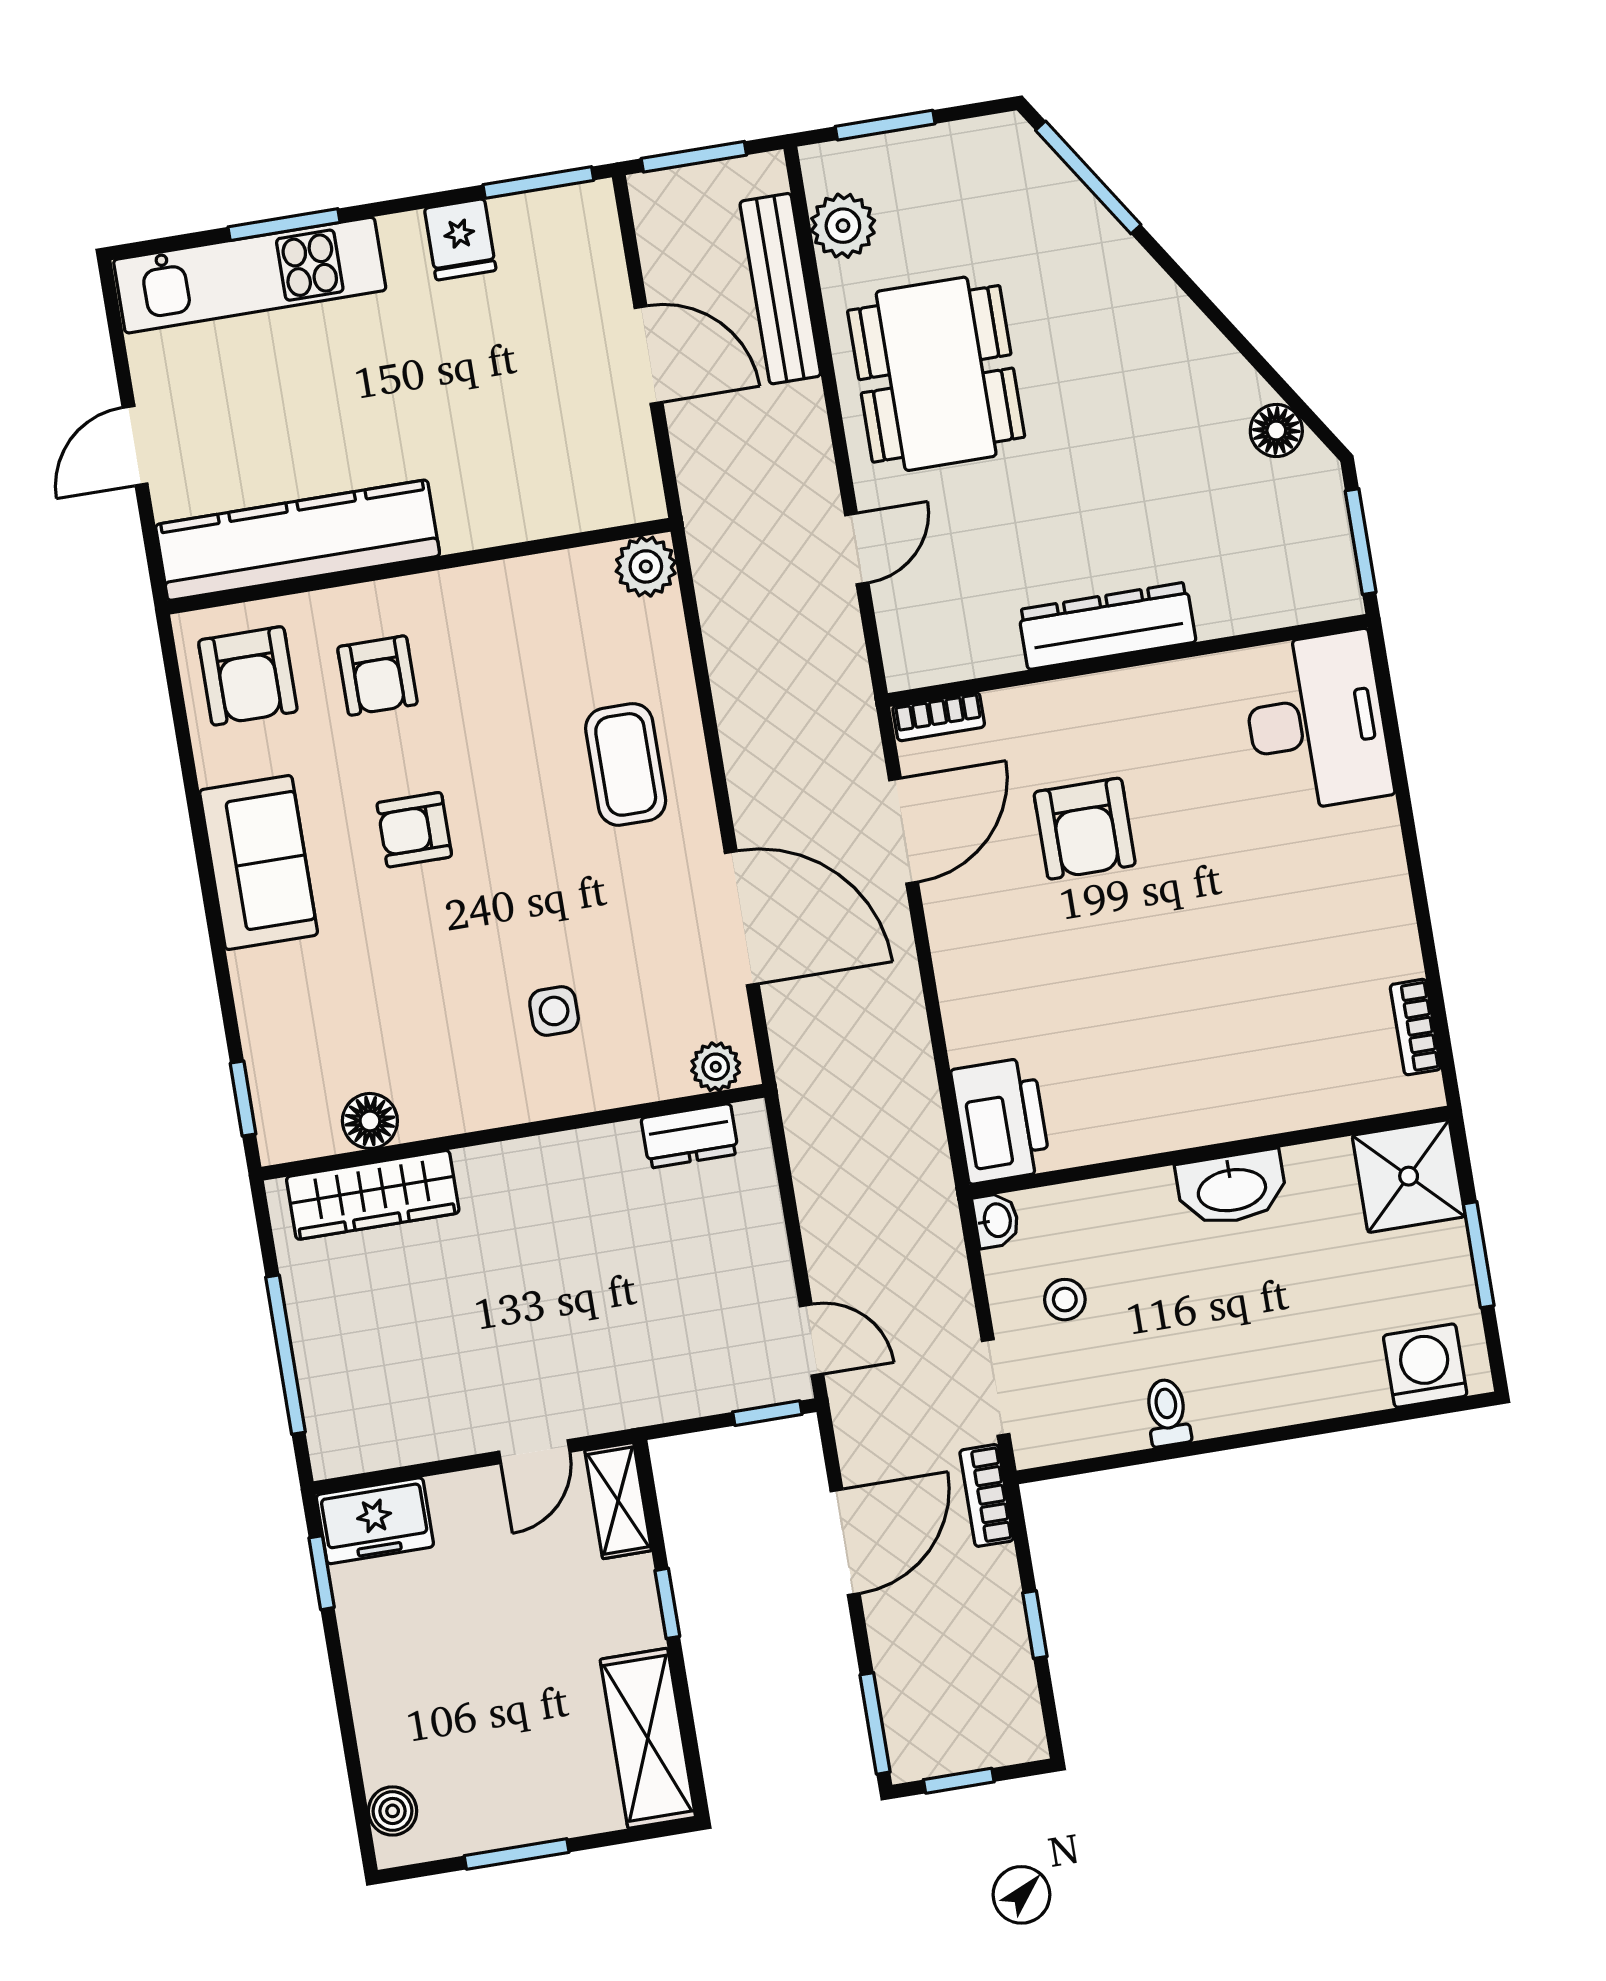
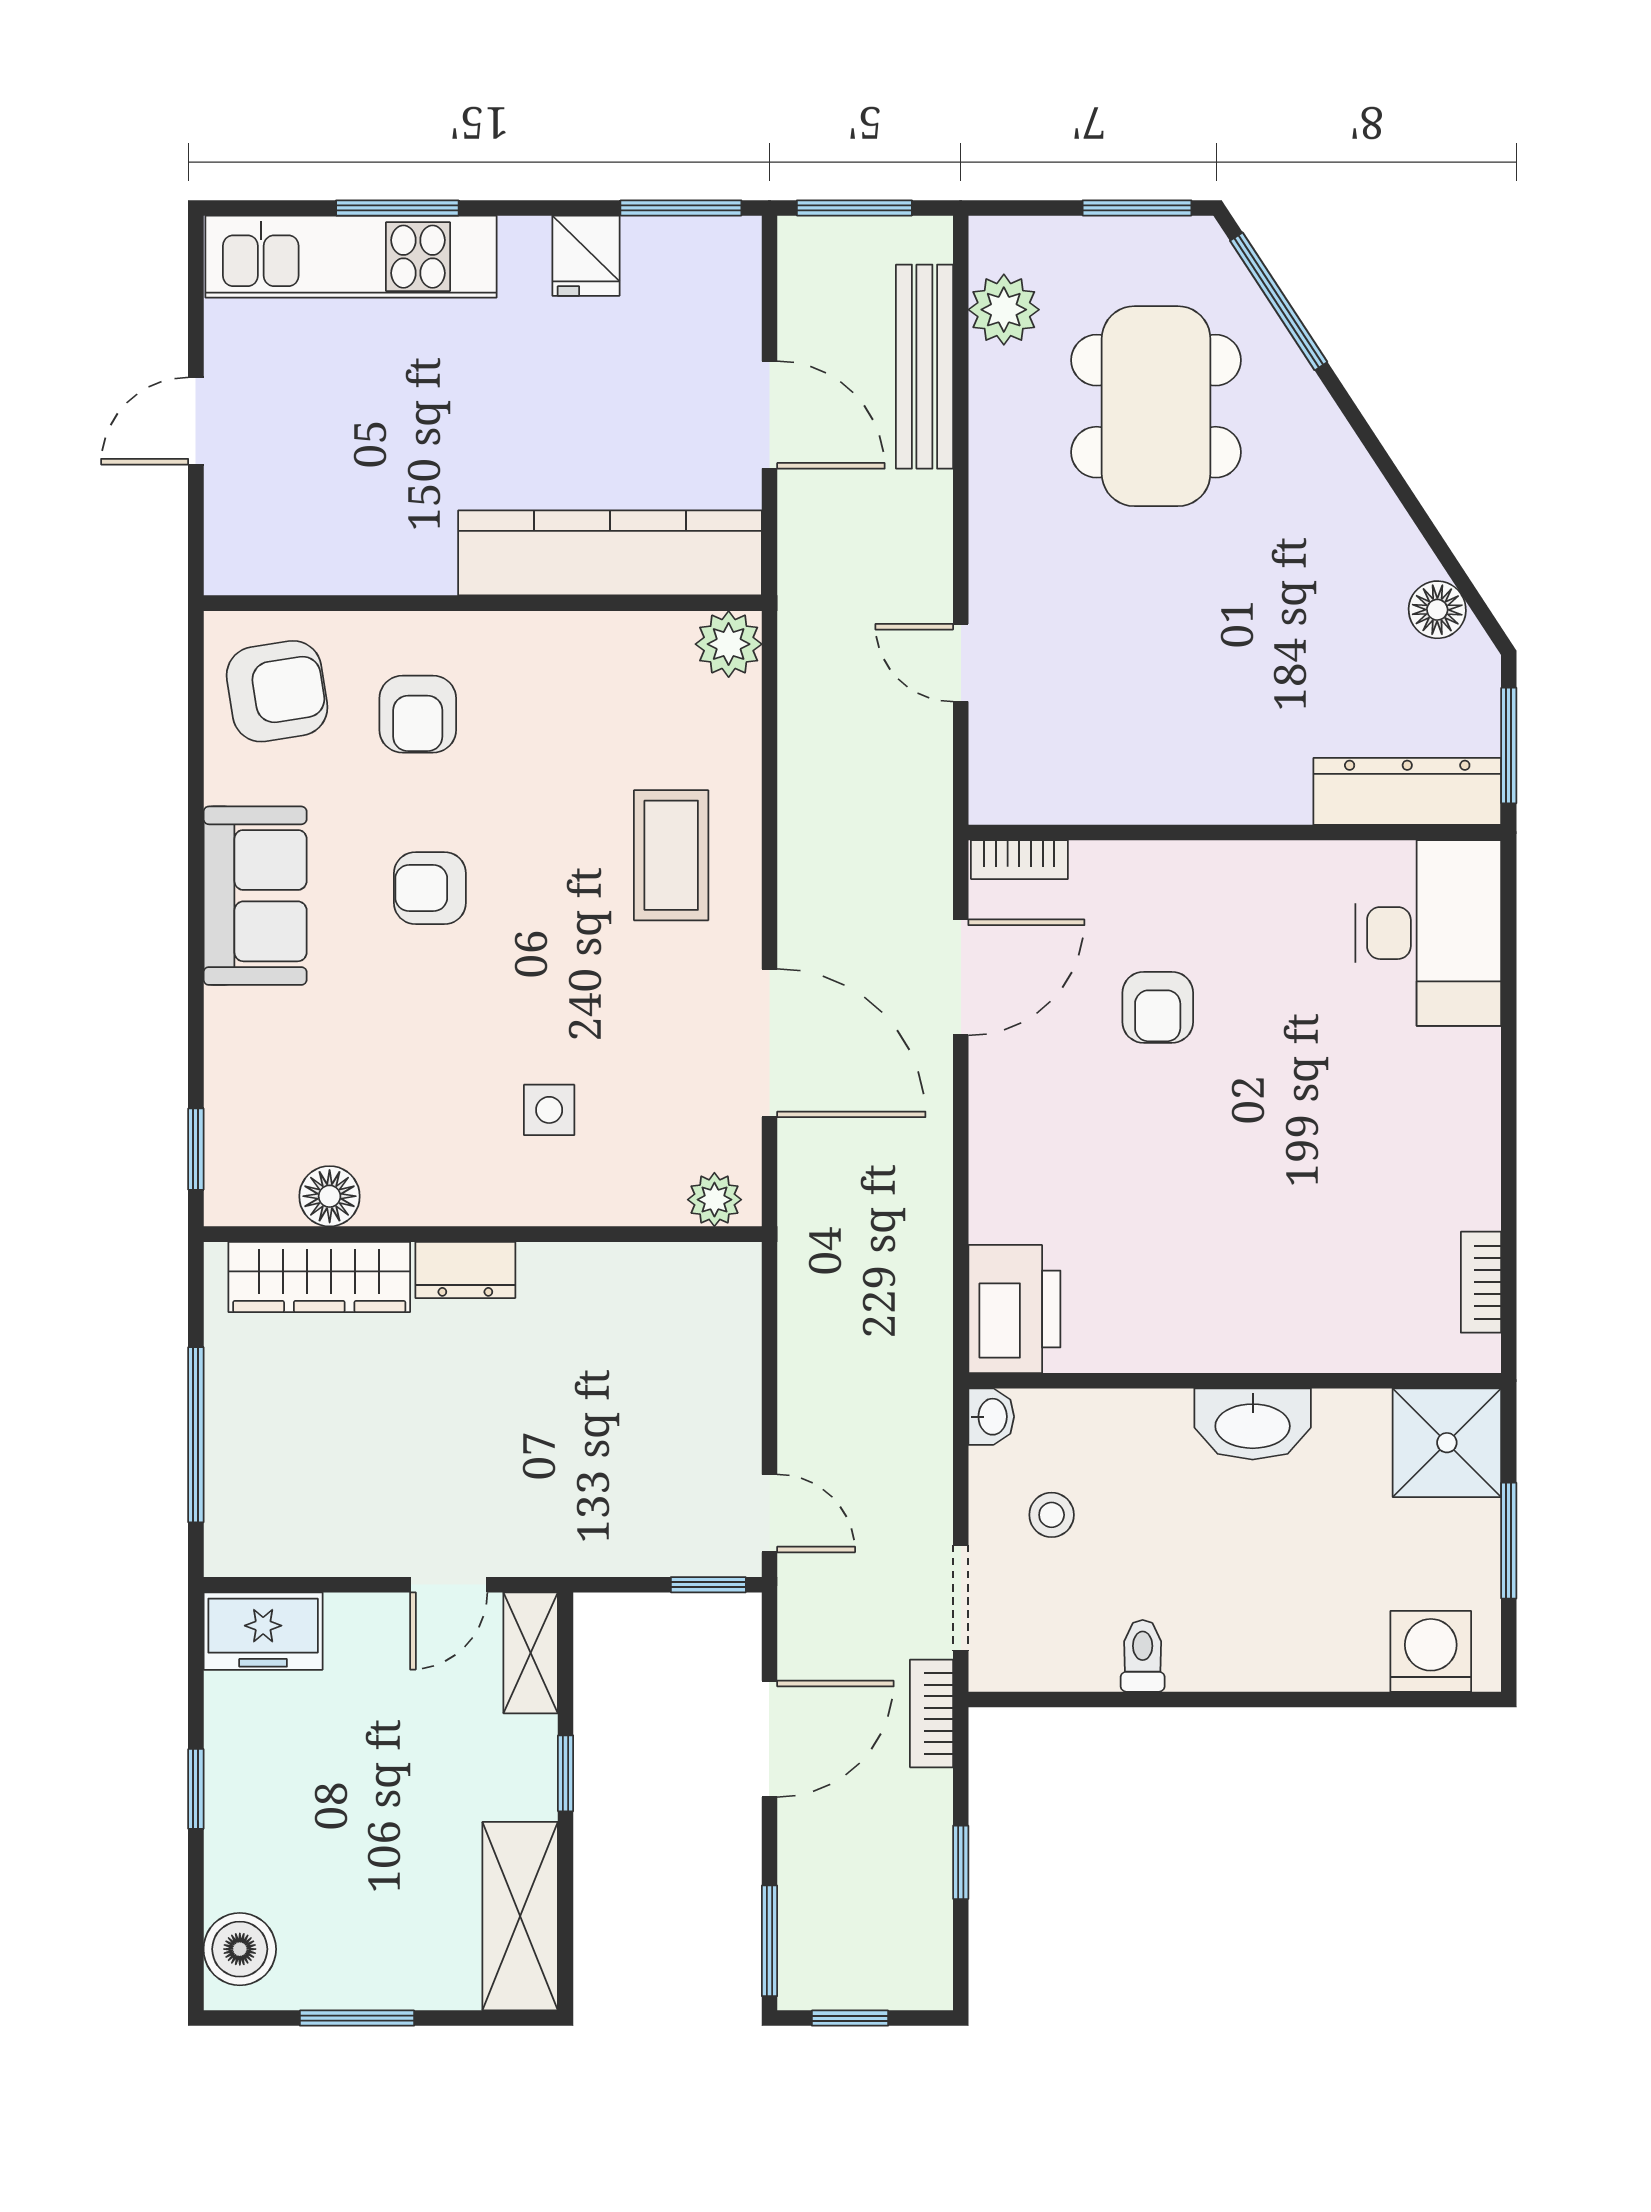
window: (885, 125) -> (1137, 208), moved
dining table: (936, 374) -> (1156, 406), moved
kitchen counter: (298, 540) -> (610, 553), moved
door: (857, 549) -> (961, 663), swing flipped
dresser: (1107, 626) -> (1407, 791), moved
armchair: (248, 676) -> (277, 691), turned -99
armchair: (1085, 829) -> (1158, 1007), width x0.72, depth x0.72
dresser: (690, 1136) -> (465, 1270), moved
window: (322, 1573) -> (196, 1789), moved
boiler: (393, 1811) -> (240, 1949), width x1.36, depth x1.36

